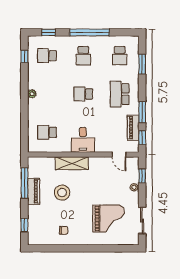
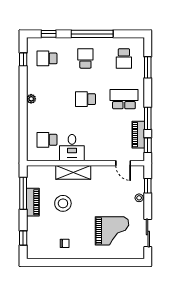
school desk: (83, 56) -> (85, 58), turned 180
school desk: (120, 94) -> (124, 99), turned 90
desk: (83, 140) -> (72, 148), moved

